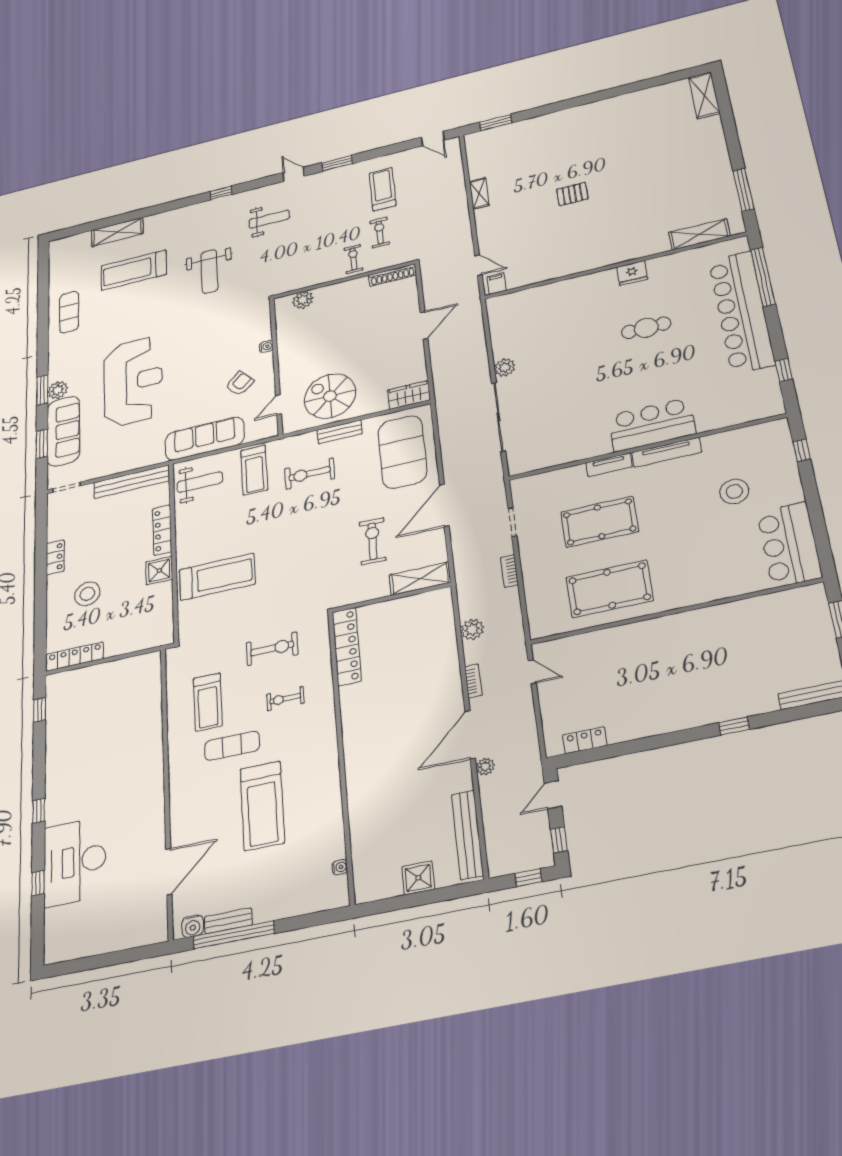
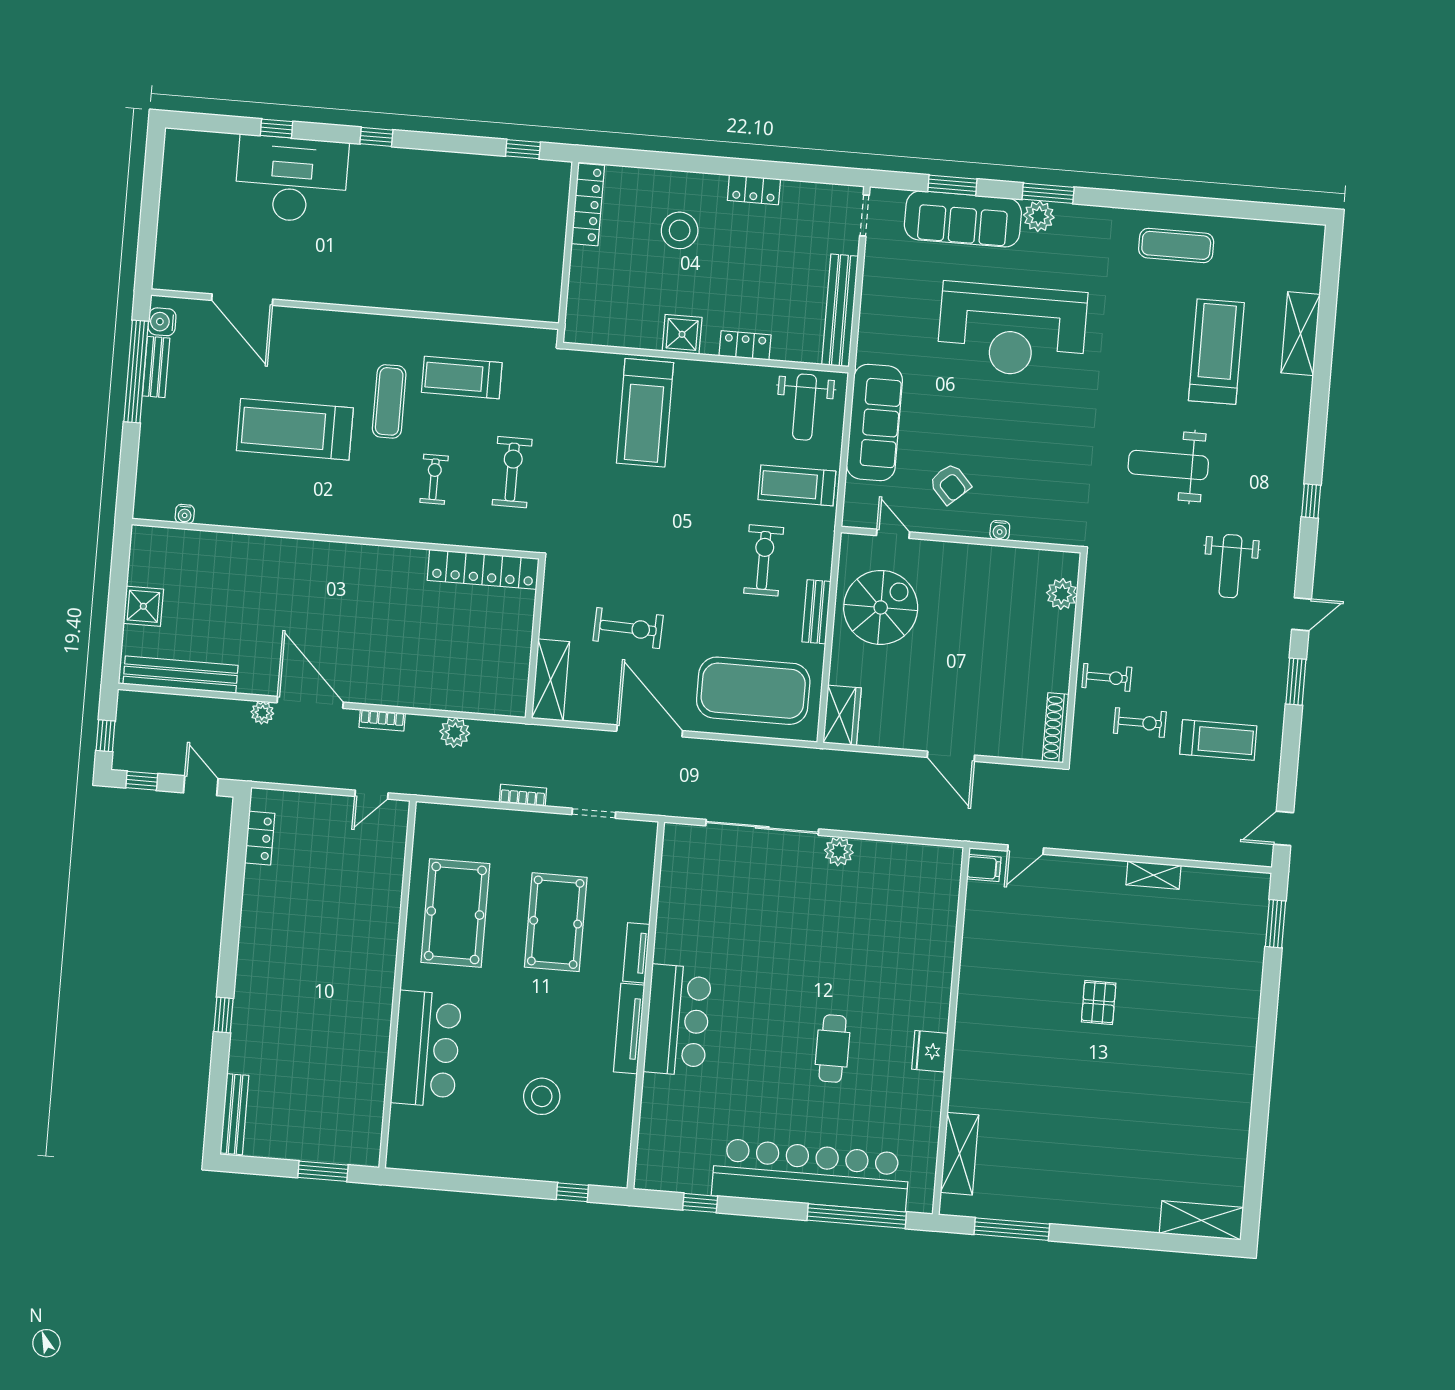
locker: (162, 530) -> (745, 345), width x0.66
bar counter: (789, 545) -> (426, 1049), moved, turned 90
exercise bike: (272, 648) -> (512, 472), turned 180

